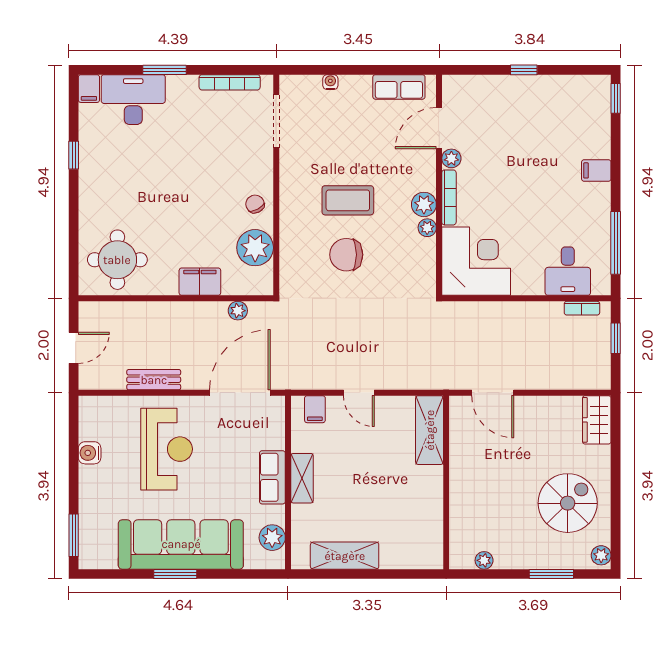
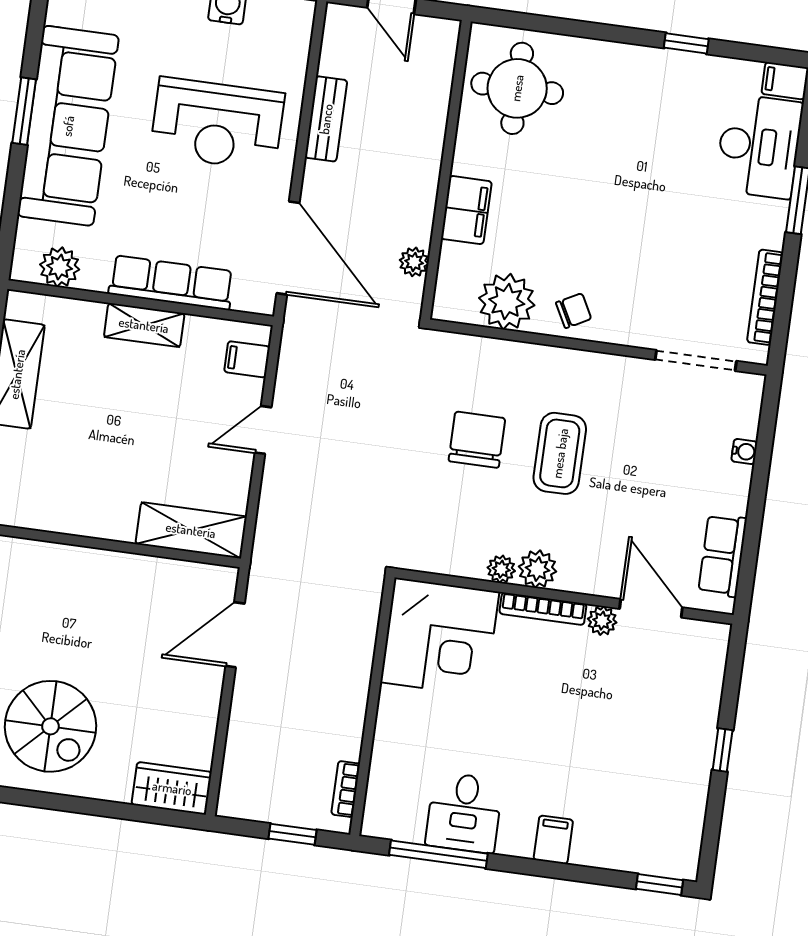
desk: (568, 271) -> (464, 813), moved, turned -90
row of seats: (272, 477) -> (171, 283), width x1.48

